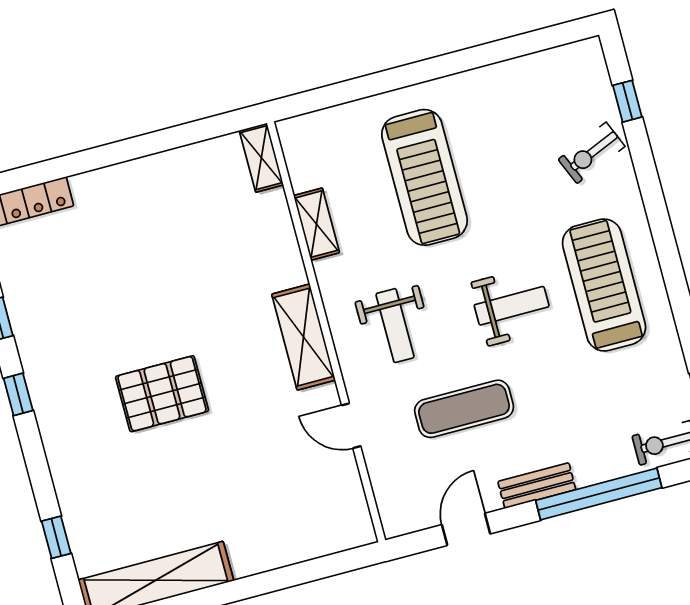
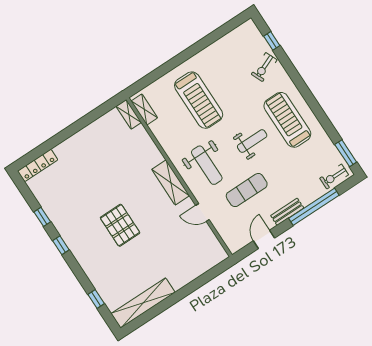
shelving: (317, 224) -> (144, 109), moved
weight bench: (395, 326) -> (207, 165), width x1.36, depth x1.33
pallet: (162, 394) -> (120, 225), turned 90

